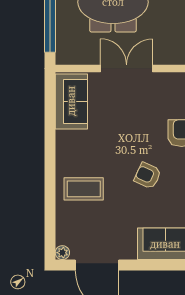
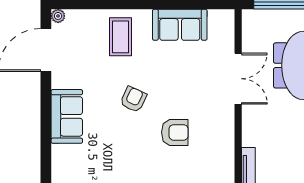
sofa: (71, 101) -> (180, 25), moved

